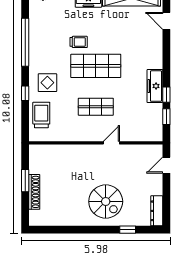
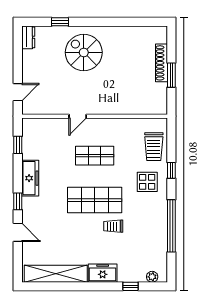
door: (166, 21) -> (18, 232), moved
window: (166, 95) -> (18, 201), moved
dresser: (157, 211) -> (28, 37), width x0.70

